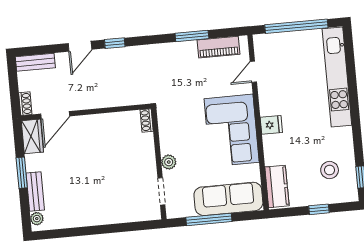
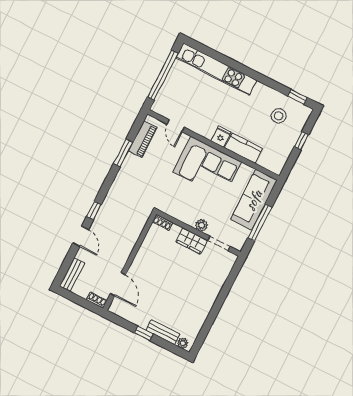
wardrobe: (32, 136) -> (192, 241), moved, turned 180
window: (22, 173) -> (144, 333), width x0.67
kitchen counter: (277, 186) -> (244, 148), moved

